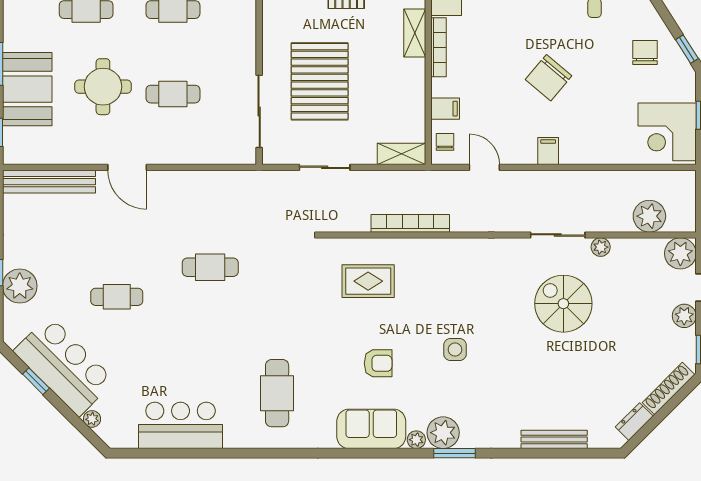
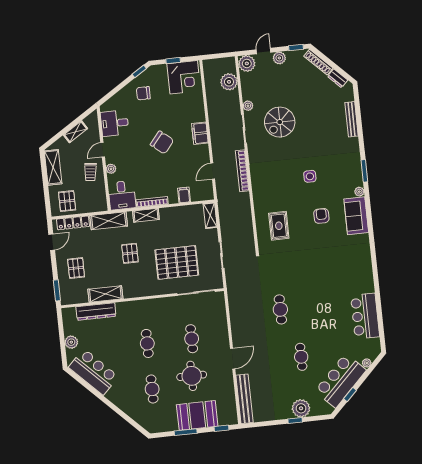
chair: (445, 142) -> (201, 193), removed
filing cabinet: (548, 151) -> (200, 133), width x2.00
bookcase: (410, 223) -> (242, 171), moved
cafe table: (277, 393) -> (343, 267), removed
plant: (443, 433) -> (354, 178), removed

